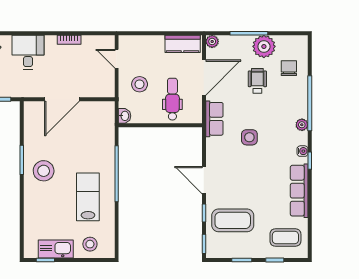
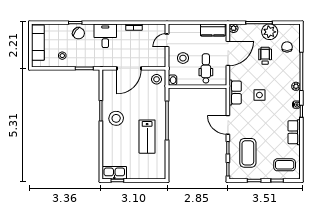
door: (117, 59) -> (167, 40), hinge flipped
row of seats: (214, 119) -> (235, 92), moved
row of seats: (299, 191) -> (294, 132), width x0.68
lab bench: (88, 197) -> (147, 137), turned 180
coffee table: (233, 220) -> (248, 153), turned 90
stool: (90, 244) -> (157, 79), moved
kitchen sink: (56, 249) -> (114, 173), moved

